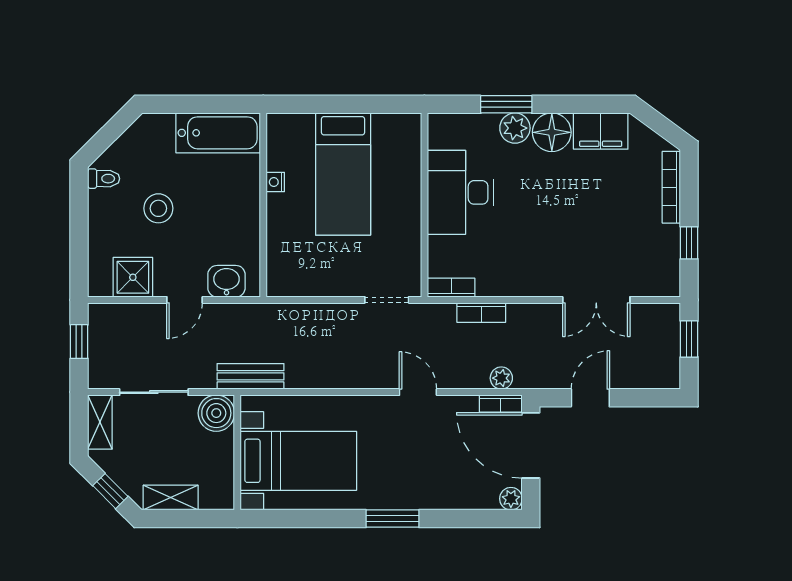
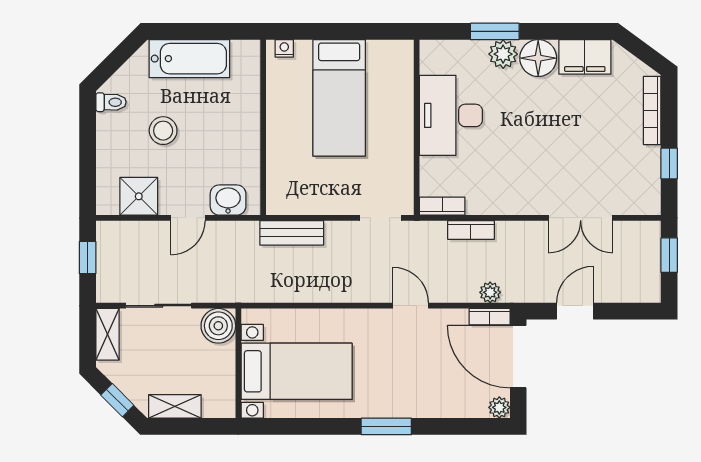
bathtub: (218, 133) -> (189, 59), moved
nightstand: (275, 182) -> (284, 48), moved, turned 90
bench: (250, 376) -> (292, 233), moved

